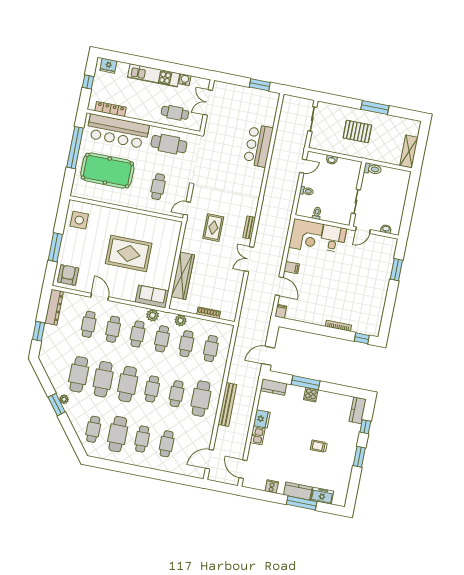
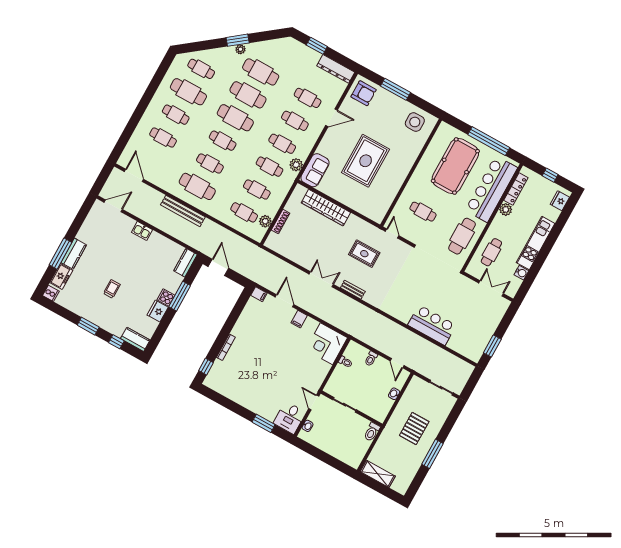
plant: (132, 112) -> (506, 210), added
desk: (333, 238) -> (290, 418), moved, turned 90
door: (279, 286) -> (285, 301), swing flipped
plant: (180, 320) -> (265, 221), moved
fridge: (262, 419) -> (158, 311), moved, turned 90
cooker: (272, 487) -> (51, 293), moved

